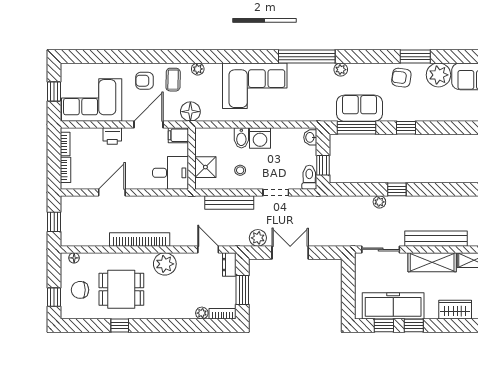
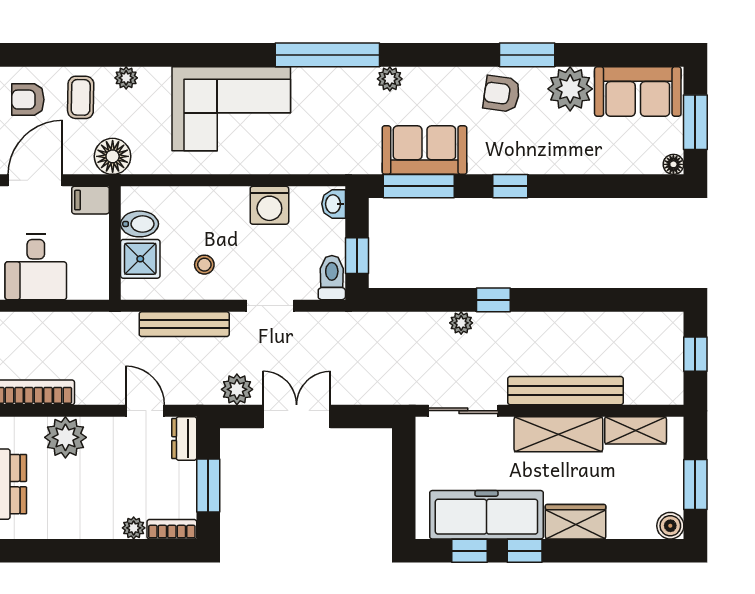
bidet: (241, 138) -> (139, 224), moved, turned -90
washing machine: (260, 138) -> (269, 205), moved
desk: (171, 173) -> (36, 267), moved, turned 90
wardrobe: (455, 310) -> (576, 522), moved

